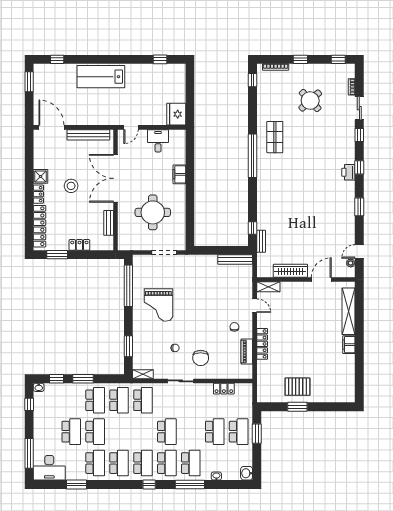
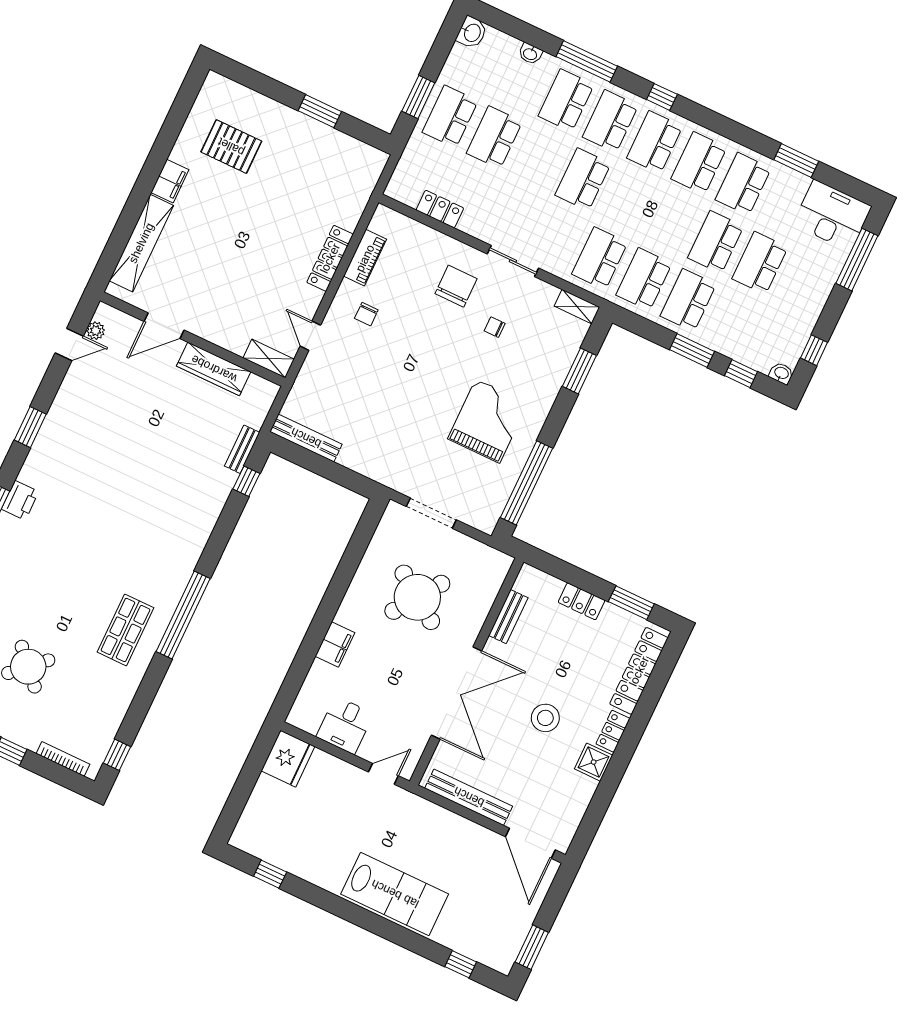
round table: (153, 212) -> (417, 597), turned 35
pallet: (297, 387) -> (231, 147), moved

